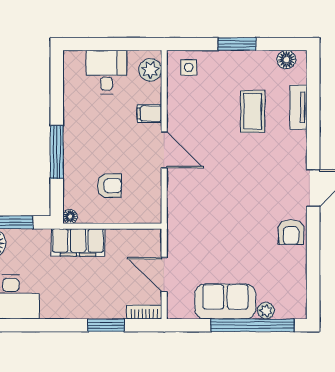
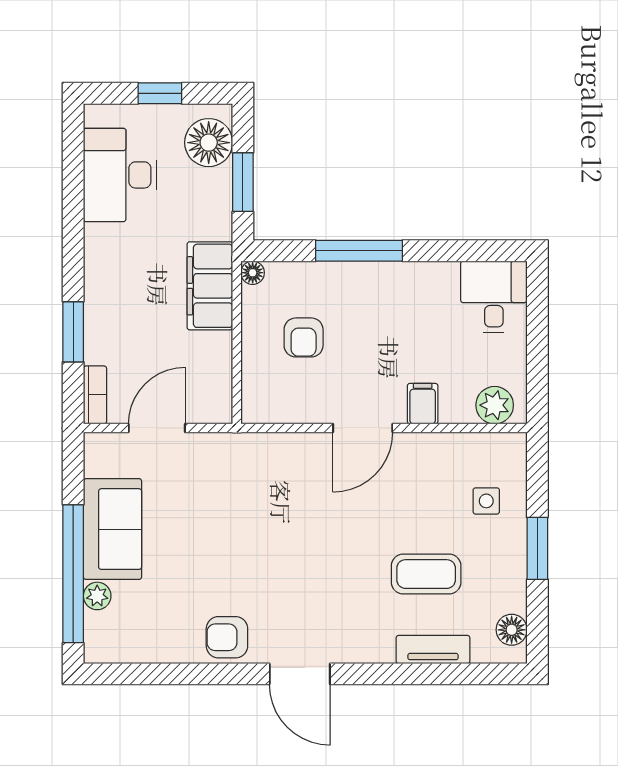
side table: (189, 67) -> (486, 501), moved
desk: (107, 72) -> (494, 297), moved, turned -90

